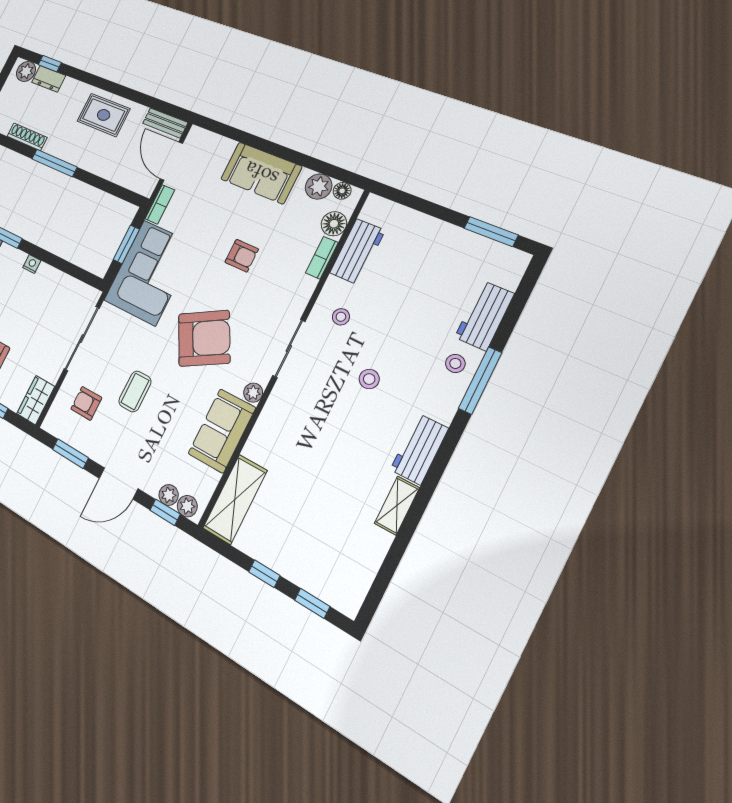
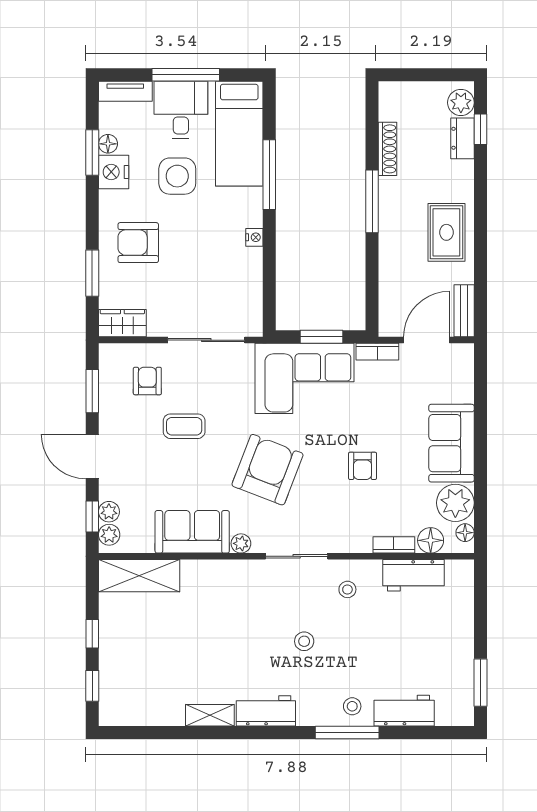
plant: (319, 187) -> (455, 503), width x1.36, depth x1.36
armchair: (204, 338) -> (267, 470), turned -130

